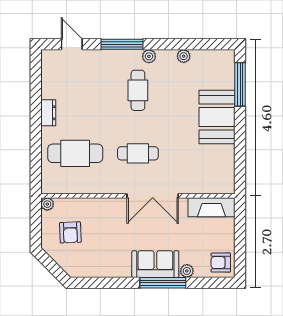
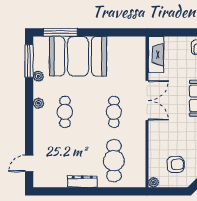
window: (122, 44) -> (29, 61), moved
cafe table: (138, 90) -> (65, 112), turned 90
dresser: (48, 113) -> (82, 182), width x1.44
booth: (217, 117) -> (78, 56), width x1.36, depth x1.42

